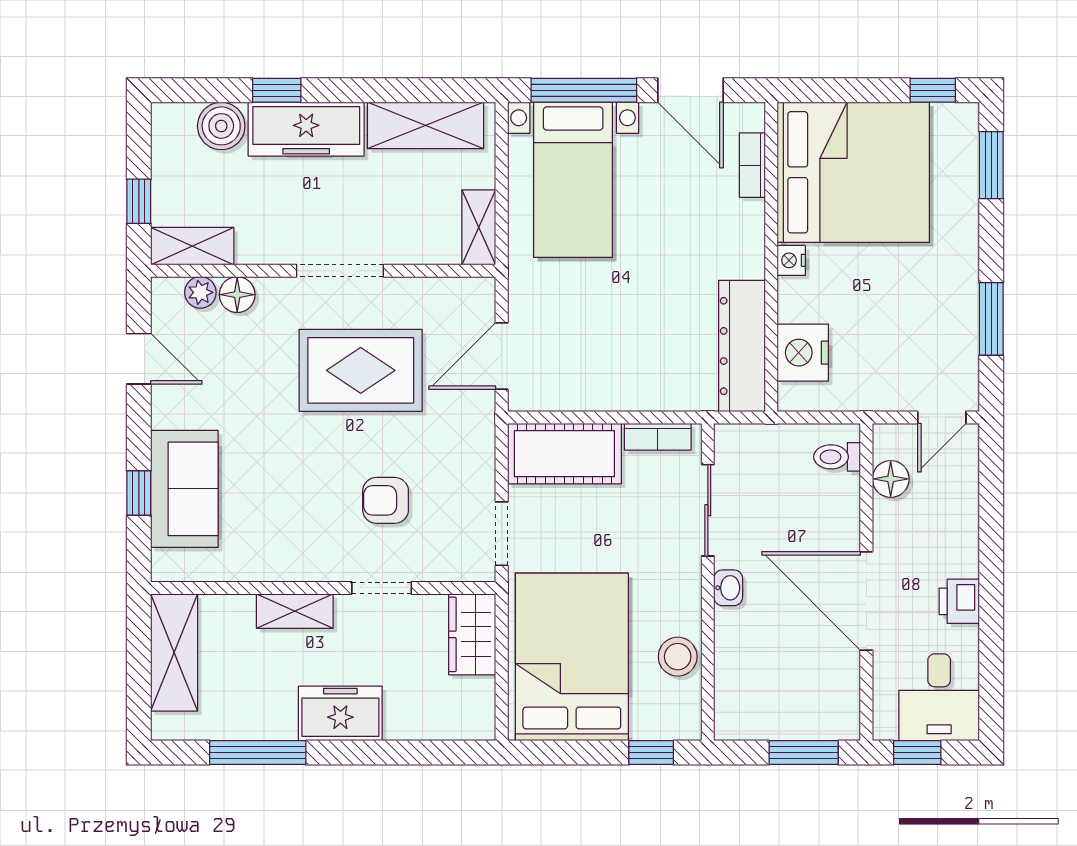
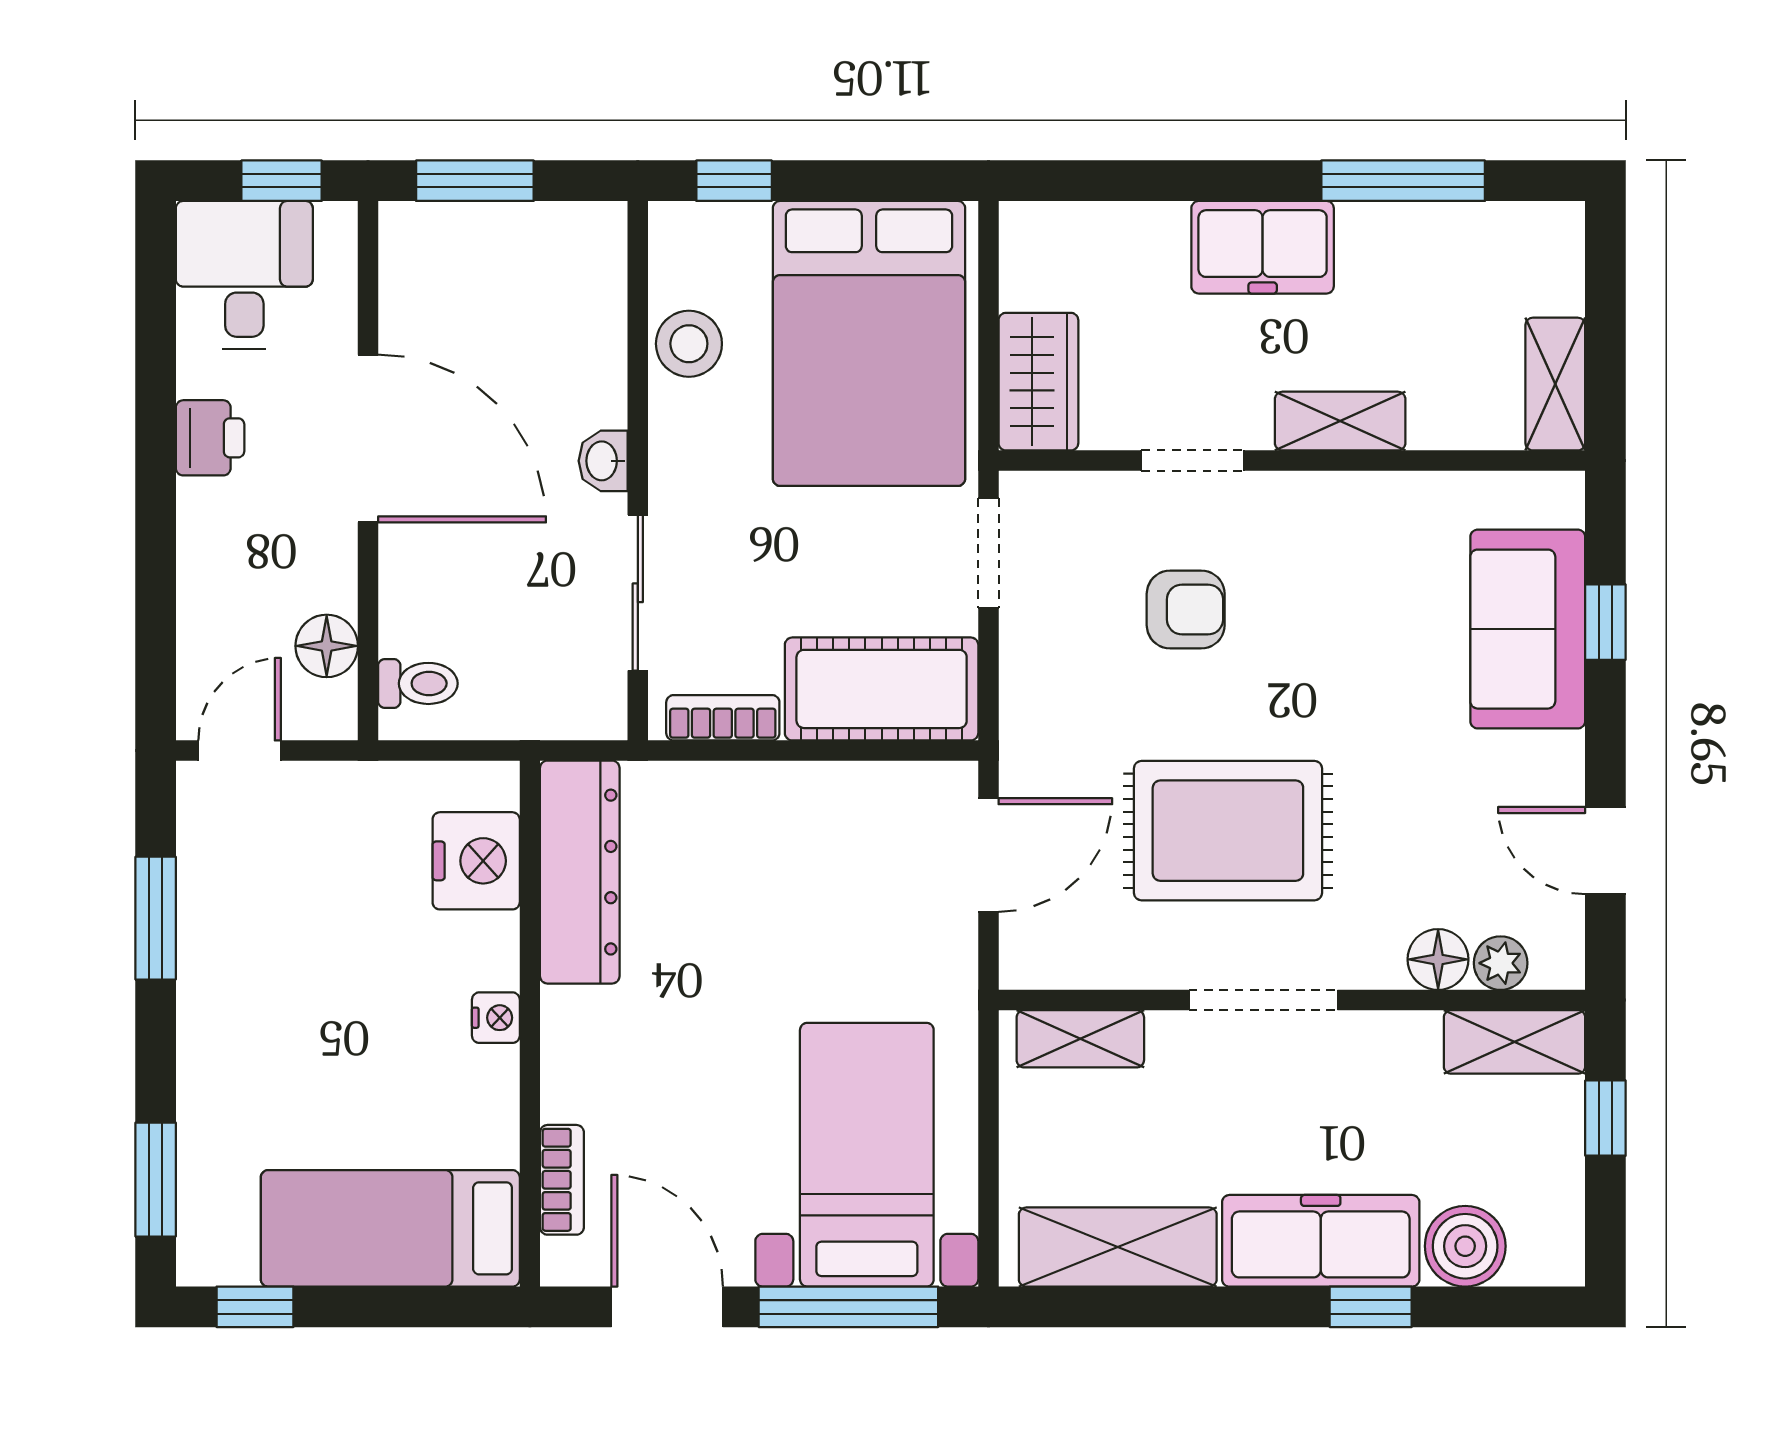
bed: (853, 172) -> (390, 1228), width x0.49
shelving: (479, 227) -> (1080, 1039), moved, turned 90
shelving: (174, 652) -> (1555, 384), width x0.67, depth x0.75

